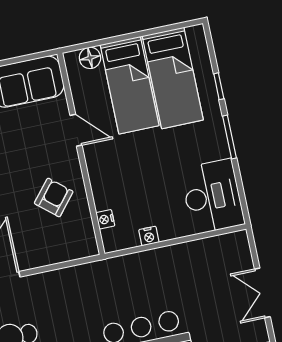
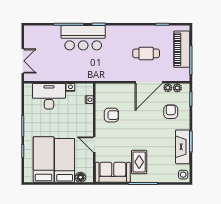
desk: (212, 196) -> (49, 96), moved, turned 90
armchair: (54, 197) -> (111, 115), turned -130
double door: (262, 293) -> (23, 61), moved

